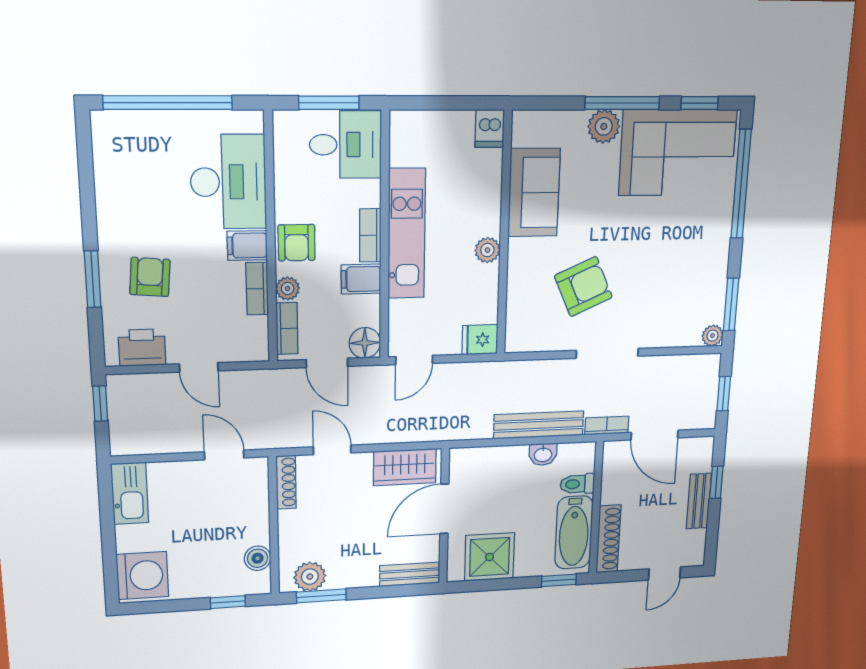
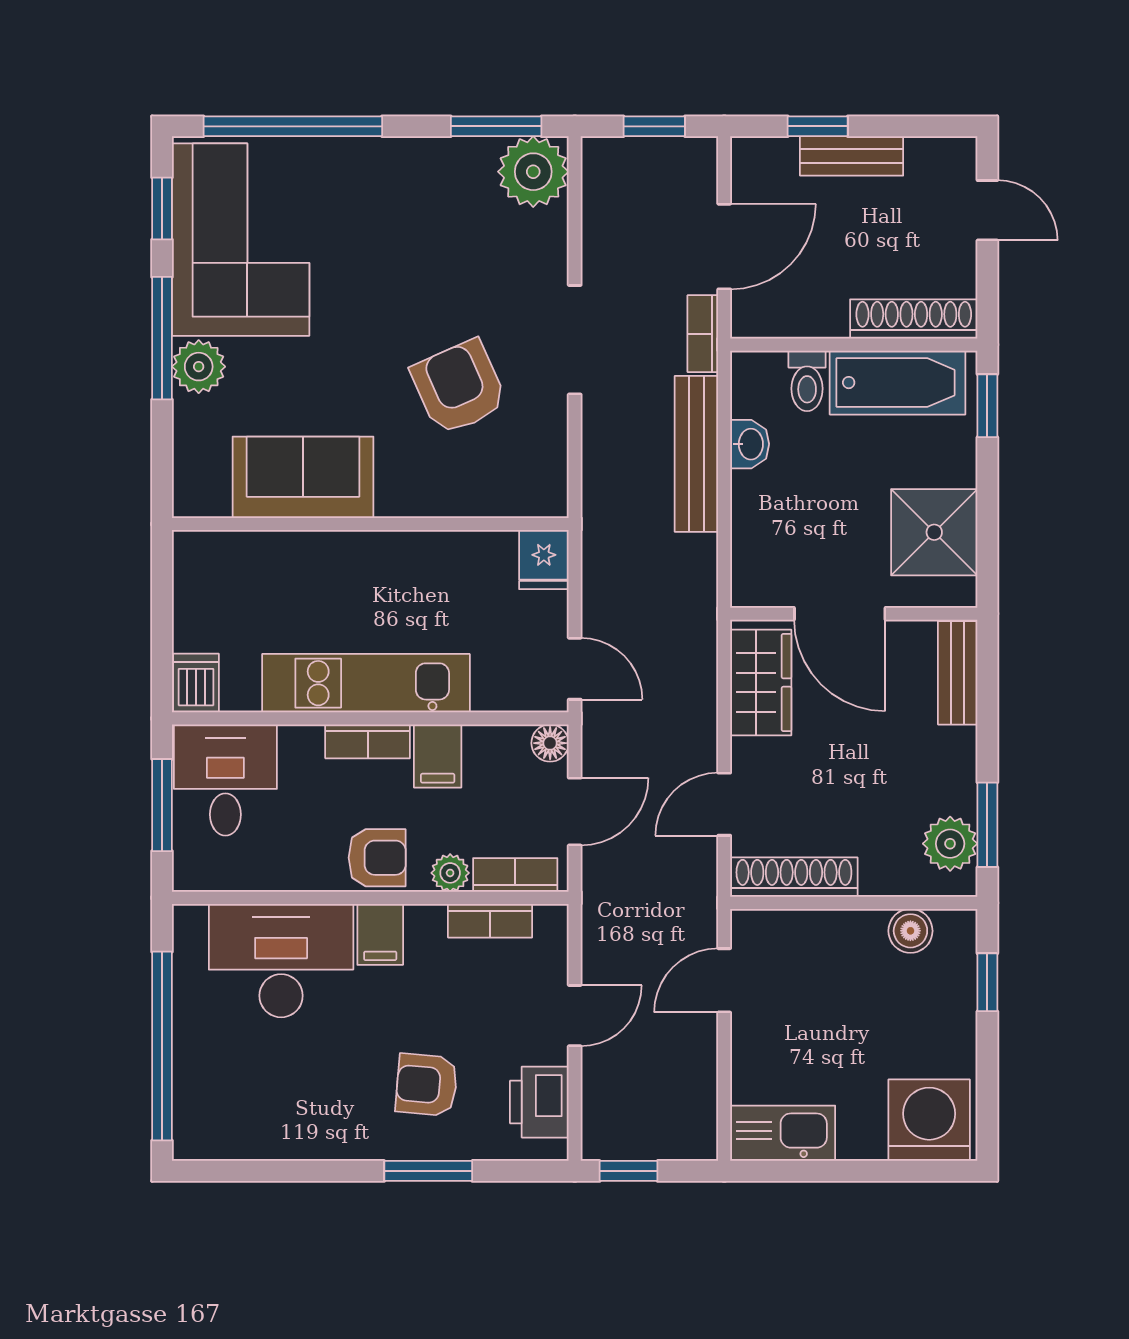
dishwasher: (490, 128) -> (196, 683), moved, turned -90
plant: (487, 250) -> (395, 551), removed
bookcase: (257, 289) -> (490, 921), moved
plant: (712, 336) -> (533, 172), width x1.88, depth x1.88
floor lamp: (365, 343) -> (550, 743), width x0.73, depth x0.73
shoe rack: (286, 482) -> (794, 877), width x1.36, depth x1.24

